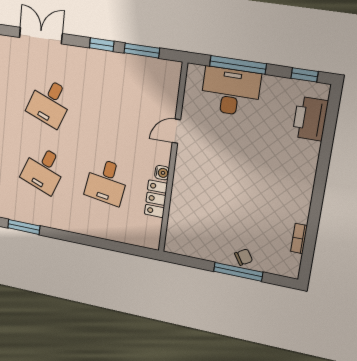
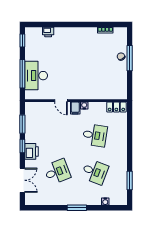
double door: (41, 36) -> (22, 180), swing flipped
printer: (90, 61) -> (32, 151), added
desk: (50, 103) -> (57, 172), turned -42
printer: (310, 119) -> (48, 32), width x0.53, depth x0.68
filing cabinet: (160, 155) -> (75, 108), added
locker: (156, 199) -> (116, 107), moved

